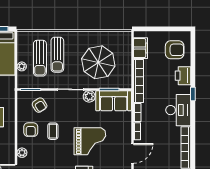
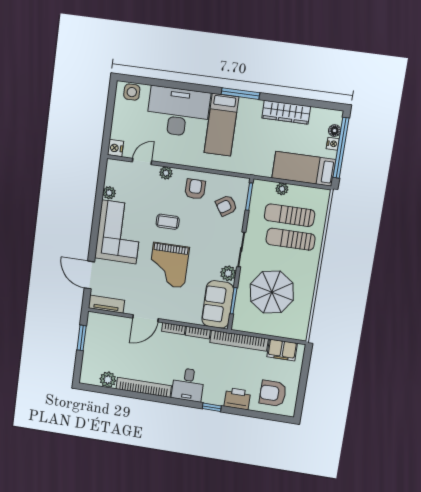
armchair: (175, 50) -> (273, 393), turned 90
desk: (178, 110) -> (188, 385), width x0.73
armchair: (31, 130) -> (195, 189), turned 90
coffee table: (53, 131) -> (168, 222), moved
door: (132, 153) -> (145, 318), hinge flipped

